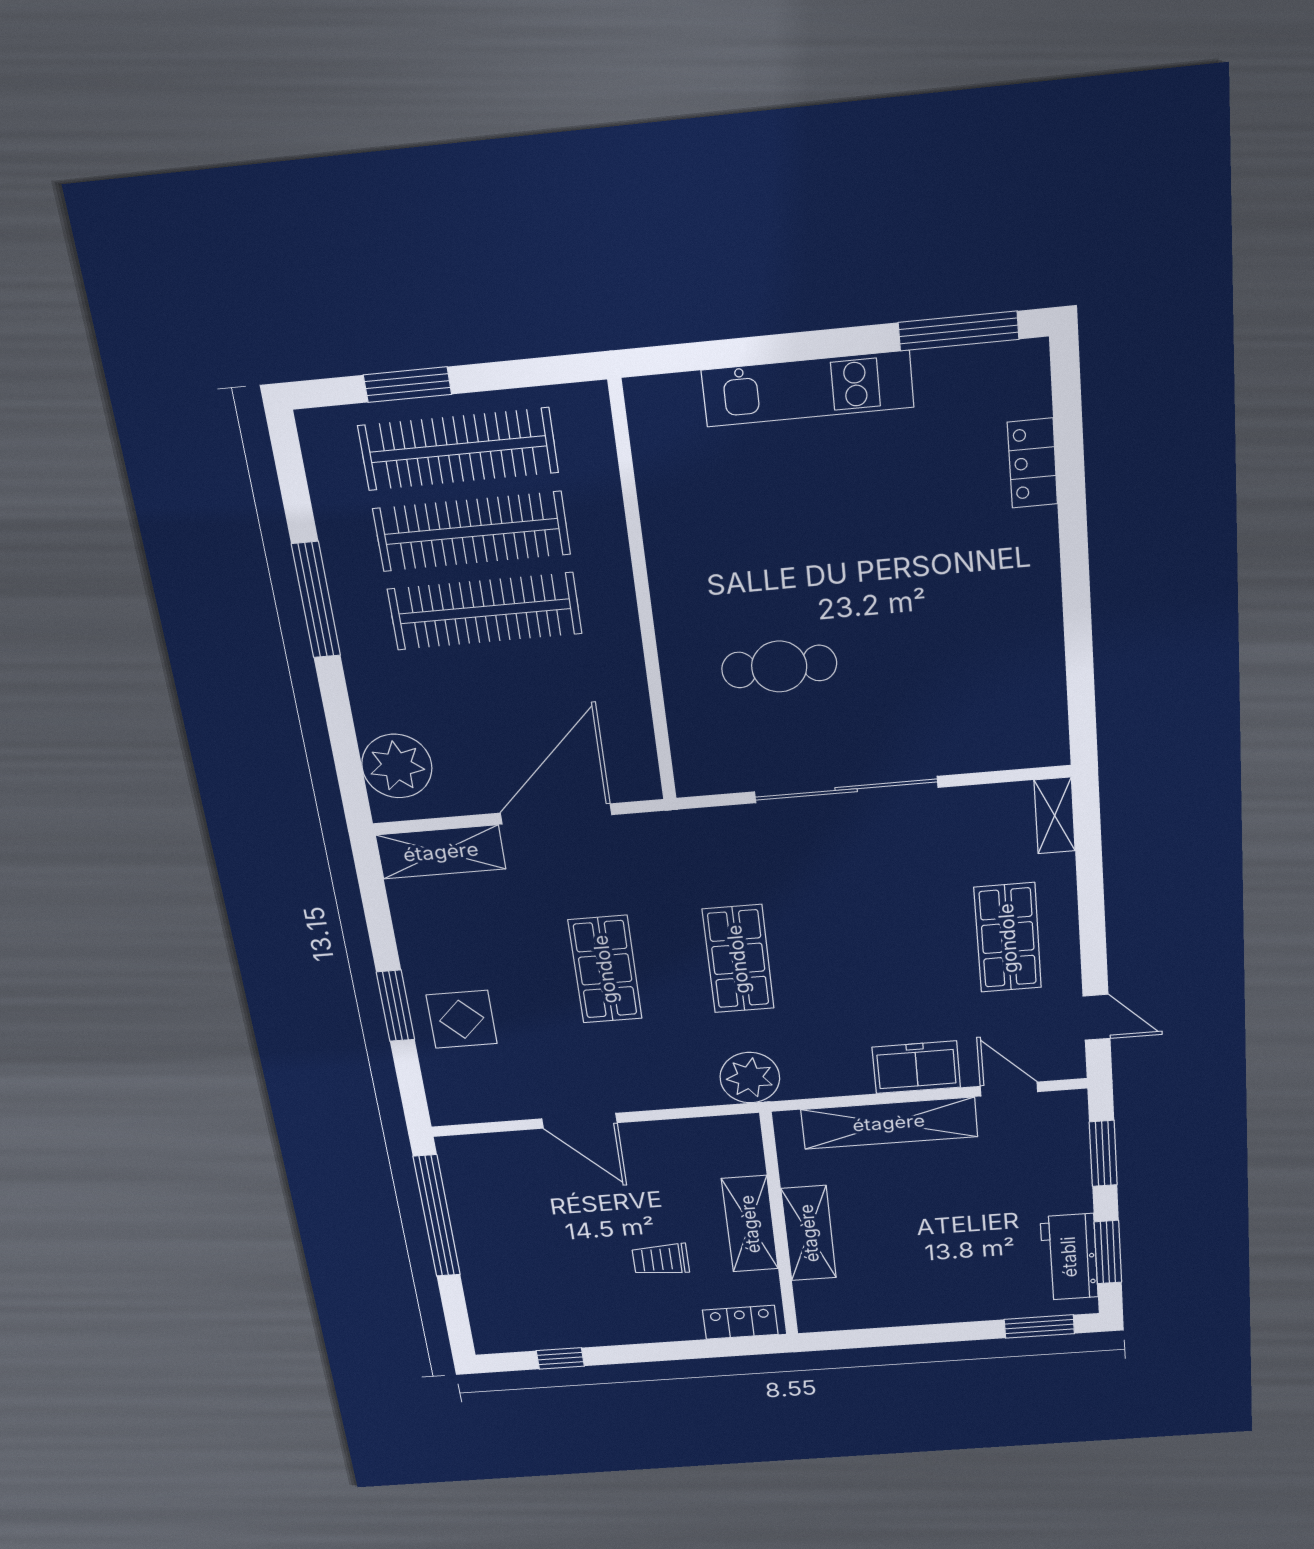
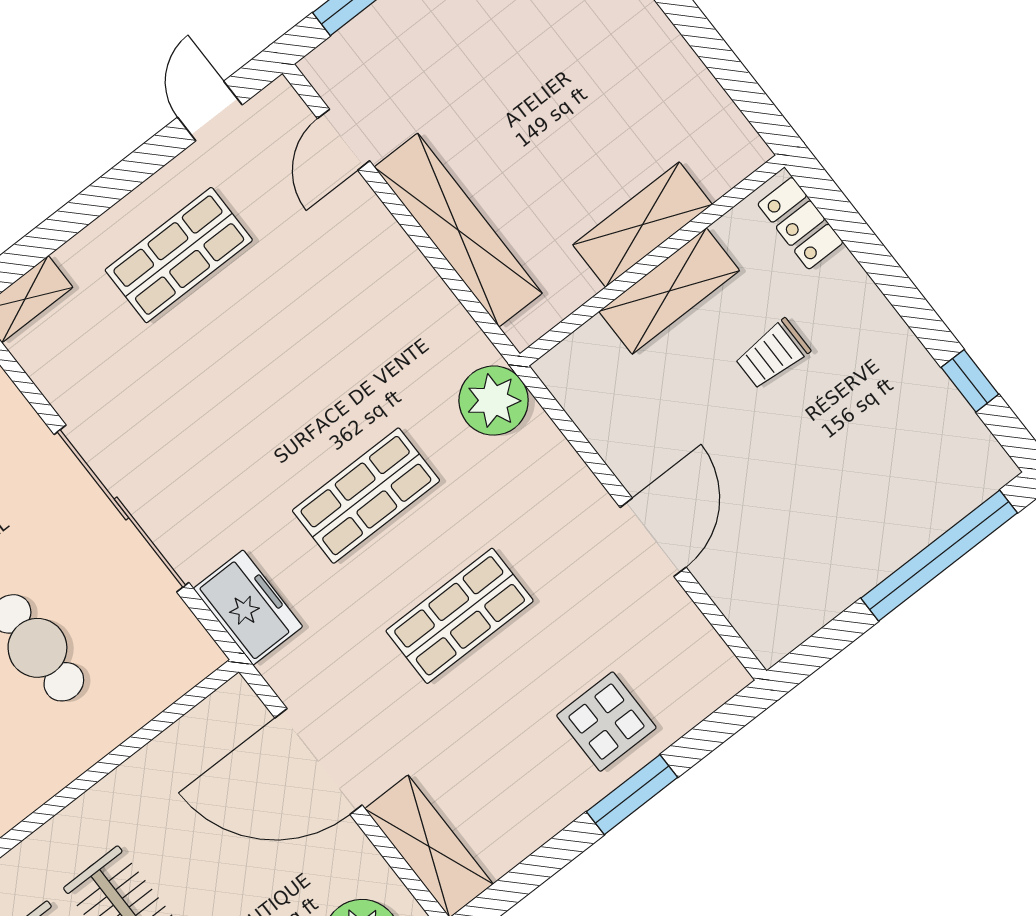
freezer: (916, 1067) -> (248, 608), moved, turned 180
window: (437, 1216) -> (939, 556), moved
trolley: (661, 1259) -> (773, 354), turned 90

